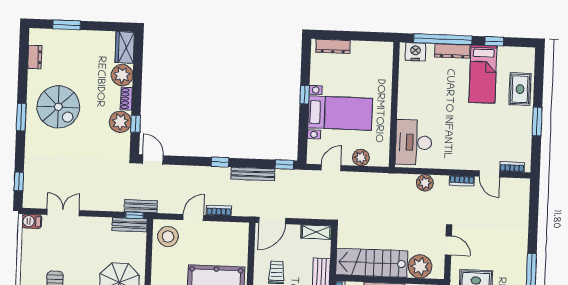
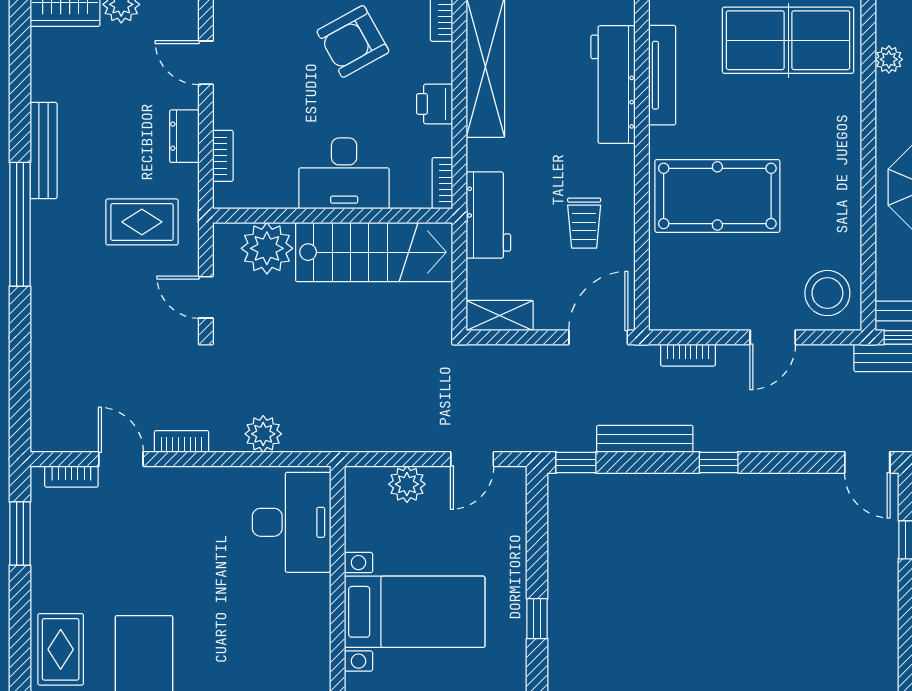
bed with nightstands: (340, 113) -> (415, 612), moved, turned 180
window: (537, 121) -> (20, 533), moved
bookcase: (219, 210) -> (688, 355), moved

